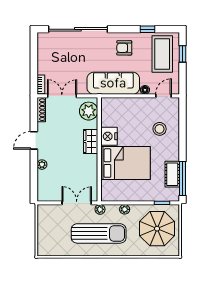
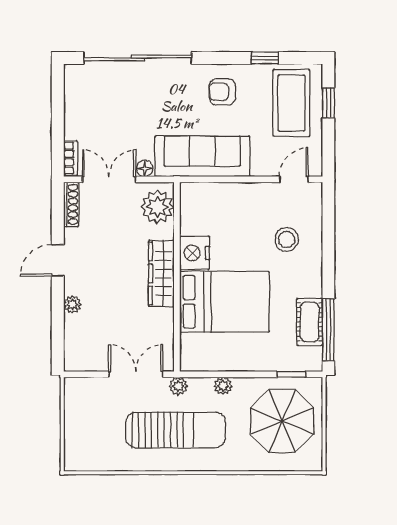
floor lamp: (145, 90) -> (145, 168), moved
wardrobe: (91, 141) -> (161, 273), width x1.50

